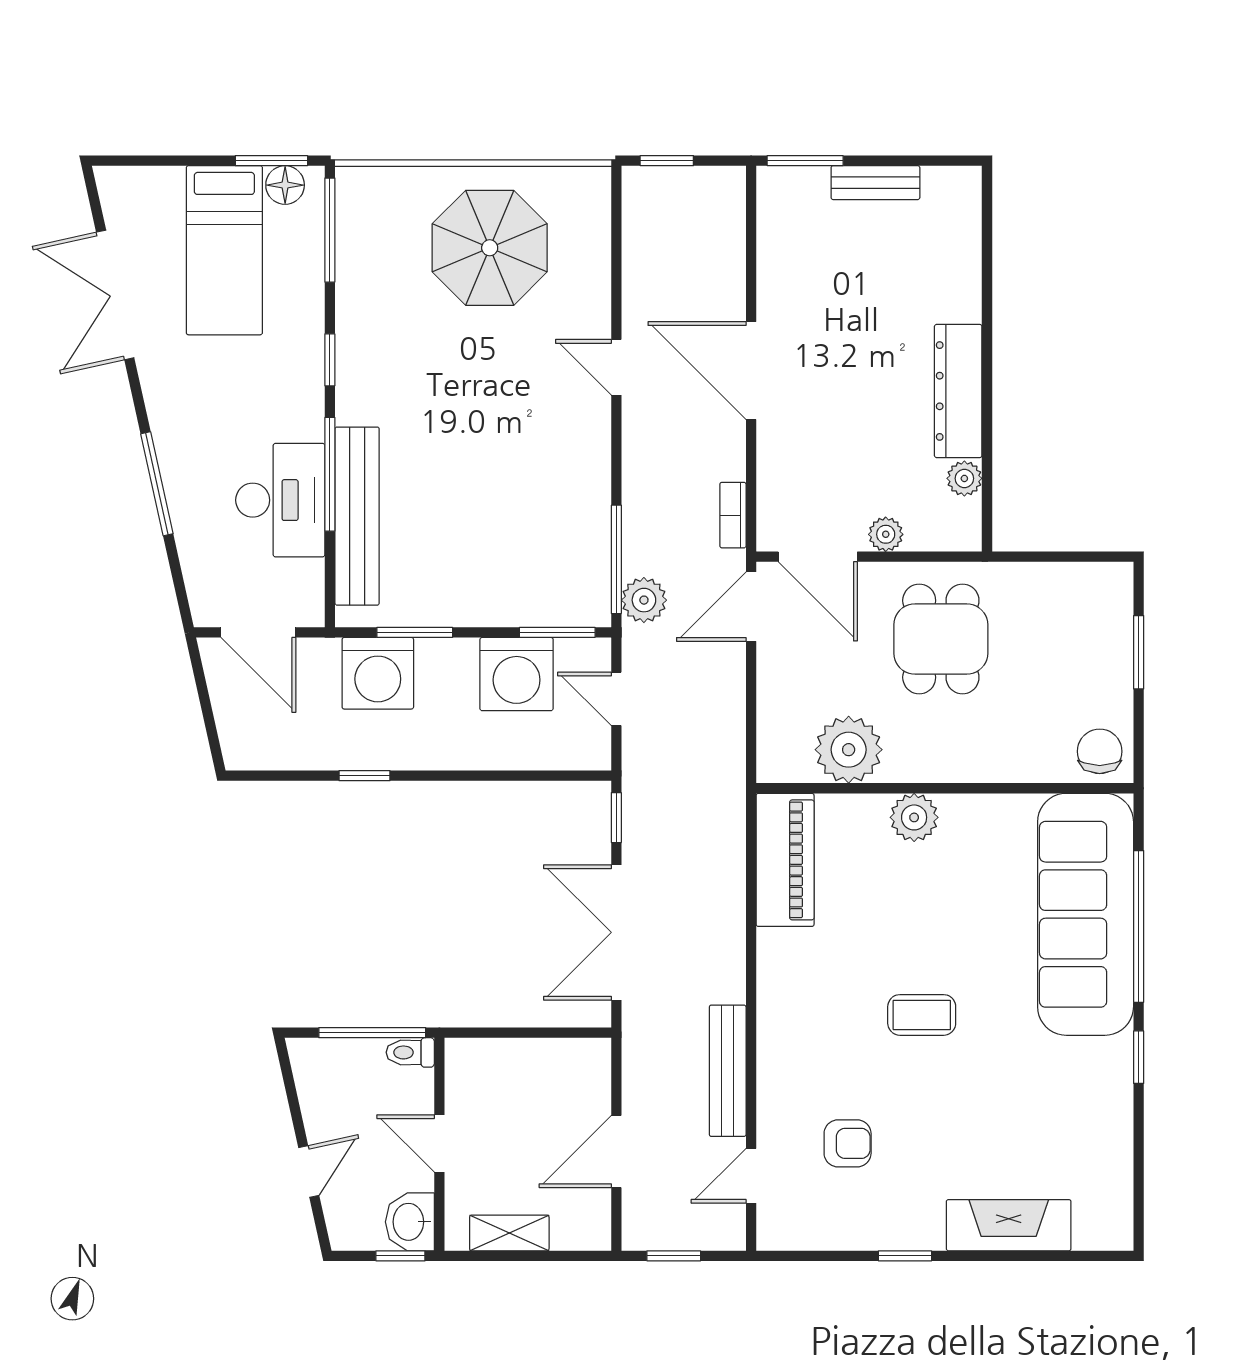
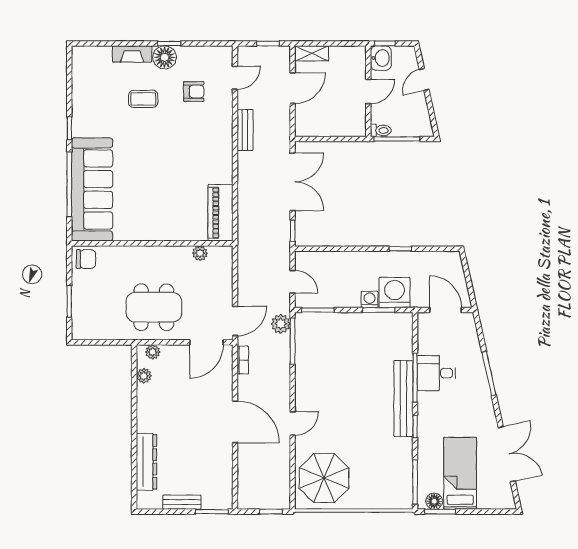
parasol: (490, 248) -> (324, 478), moved
door: (616, 367) -> (293, 423), hinge flipped
dresser: (958, 391) -> (146, 462), moved
desk: (280, 500) -> (436, 373), width x0.73
bench: (357, 516) -> (403, 398), moved
plant: (886, 534) -> (153, 352), moved
door: (818, 557) -> (206, 342), swing flipped
dining table: (941, 639) -> (154, 307), width x1.38
washing machine: (517, 674) -> (370, 300), moved, width x0.53, depth x0.53
plant: (849, 750) -> (200, 253), width x0.53, depth x0.53
chair: (1100, 751) -> (86, 259), turned -90
plant: (914, 817) -> (165, 231), removed
coffee table: (922, 1015) -> (143, 99), moved
bench: (728, 1071) -> (245, 130), width x0.73
door: (439, 1143) -> (368, 92), hinge flipped
armchair: (848, 1143) -> (194, 92), turned 180
floor lamp: (916, 1223) -> (165, 57), added
fireplace: (1009, 1225) -> (132, 54), width x0.73, depth x0.76
shelving: (509, 1233) -> (312, 53), moved

